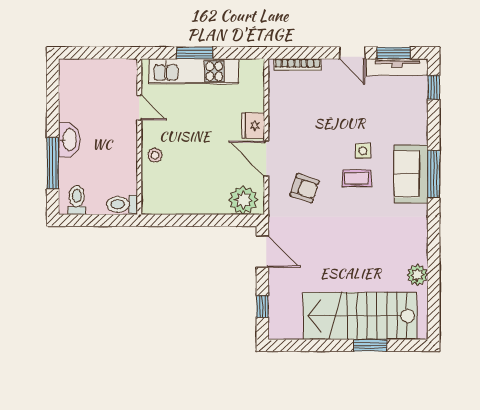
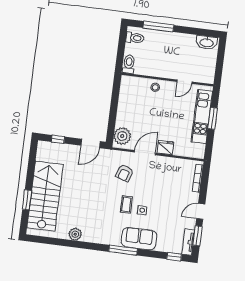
tv unit: (397, 67) -> (188, 242), width x0.71
washbasin: (69, 140) -> (207, 42), moved
sofa: (411, 174) -> (139, 239), moved
plant: (417, 275) -> (75, 234), moved

